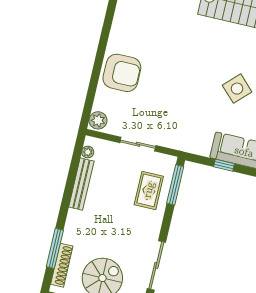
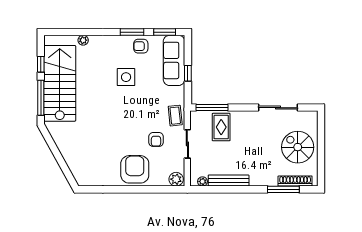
side table: (237, 89) -> (126, 77), turned 45
armchair: (152, 107) -> (156, 139), added
coffee table: (176, 138) -> (175, 116), added
rug: (149, 190) -> (221, 127), turned 90

